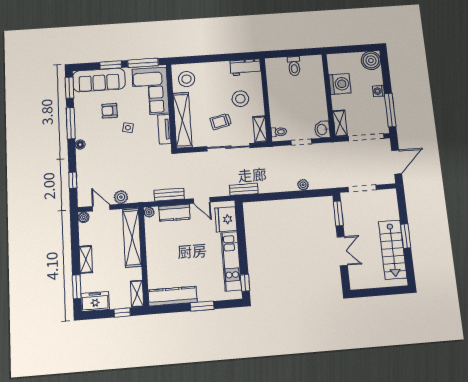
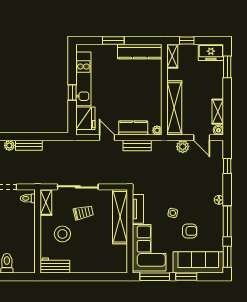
stool: (187, 79) -> (113, 257), removed
bench: (244, 189) -> (29, 145), moved
shelving: (86, 259) -> (218, 112), moved
window: (245, 283) -> (72, 92), moved

